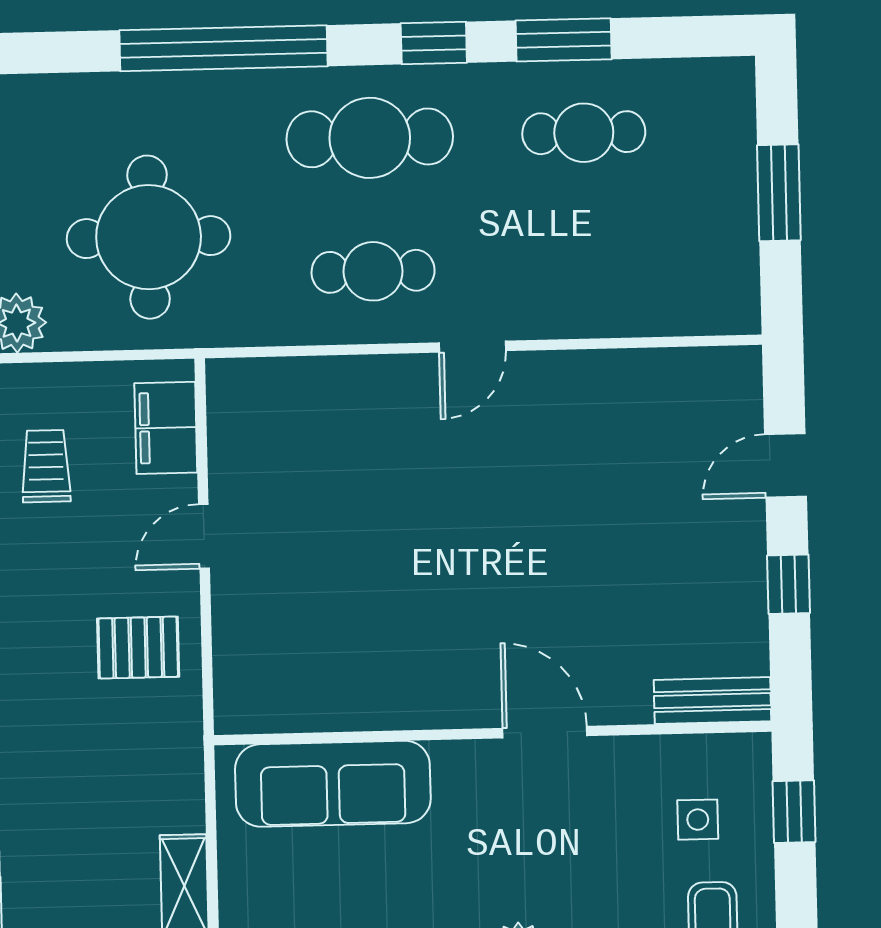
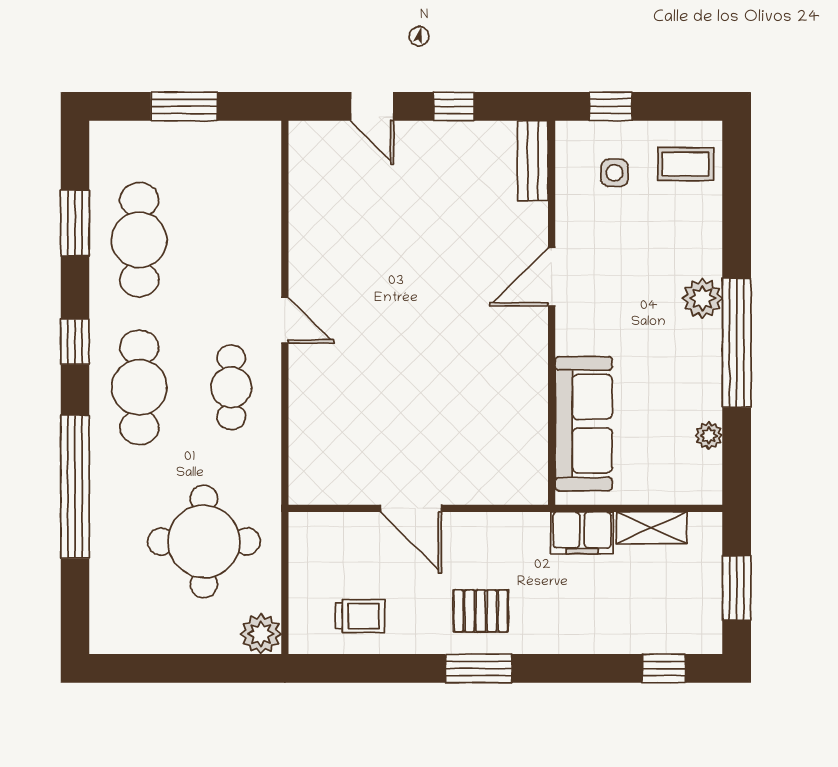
window: (564, 40) -> (75, 223), moved
cafe table: (584, 133) -> (139, 240), width x1.37, depth x1.35
filing cabinet: (166, 428) -> (582, 533), moved
trolley: (46, 466) -> (360, 616), turned 180
door: (204, 536) -> (411, 508), width x1.38
pallet: (138, 648) -> (481, 611), moved, turned 90

